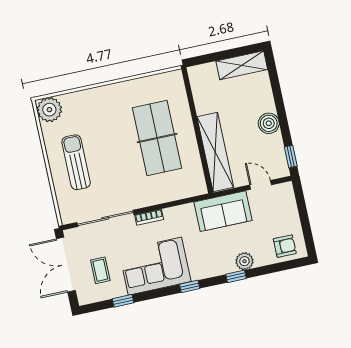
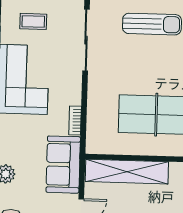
bookcase: (149, 217) -> (75, 121), moved

